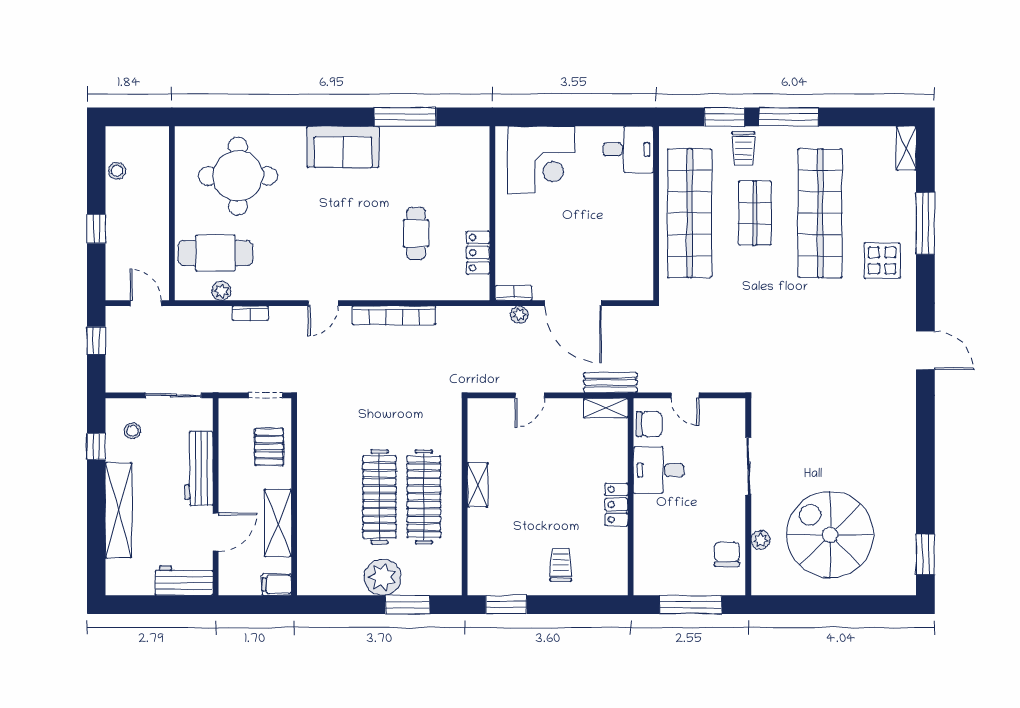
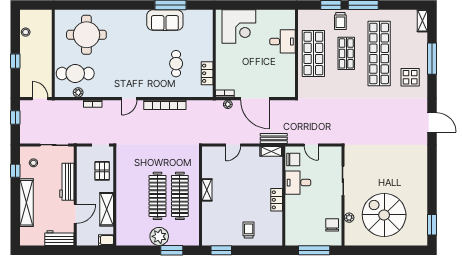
sofa: (343, 147) -> (165, 20), moved
desk: (628, 149) -> (283, 41), moved
shop shelf: (689, 213) -> (313, 53), width x0.71

